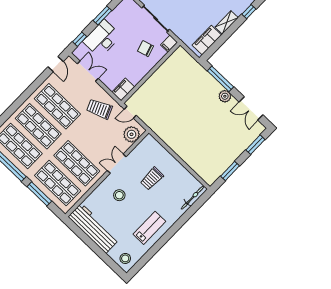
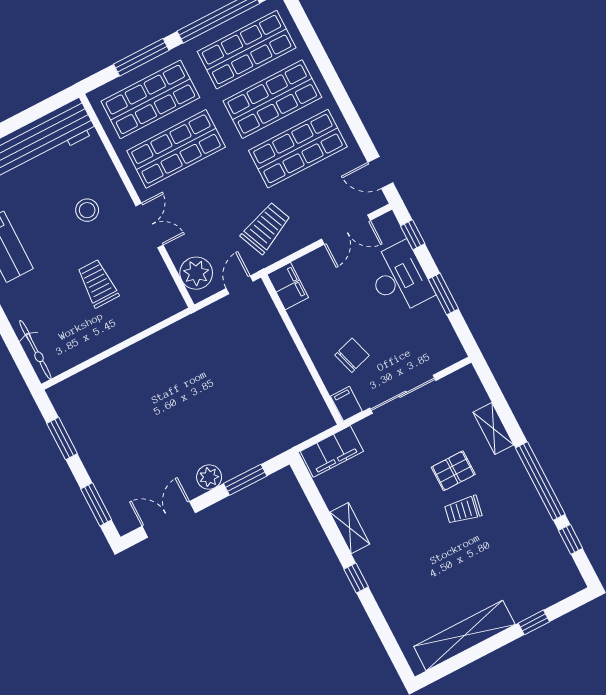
filing cabinet: (207, 40) -> (332, 451), moved, turned 90
window: (220, 79) -> (245, 480), width x0.69

